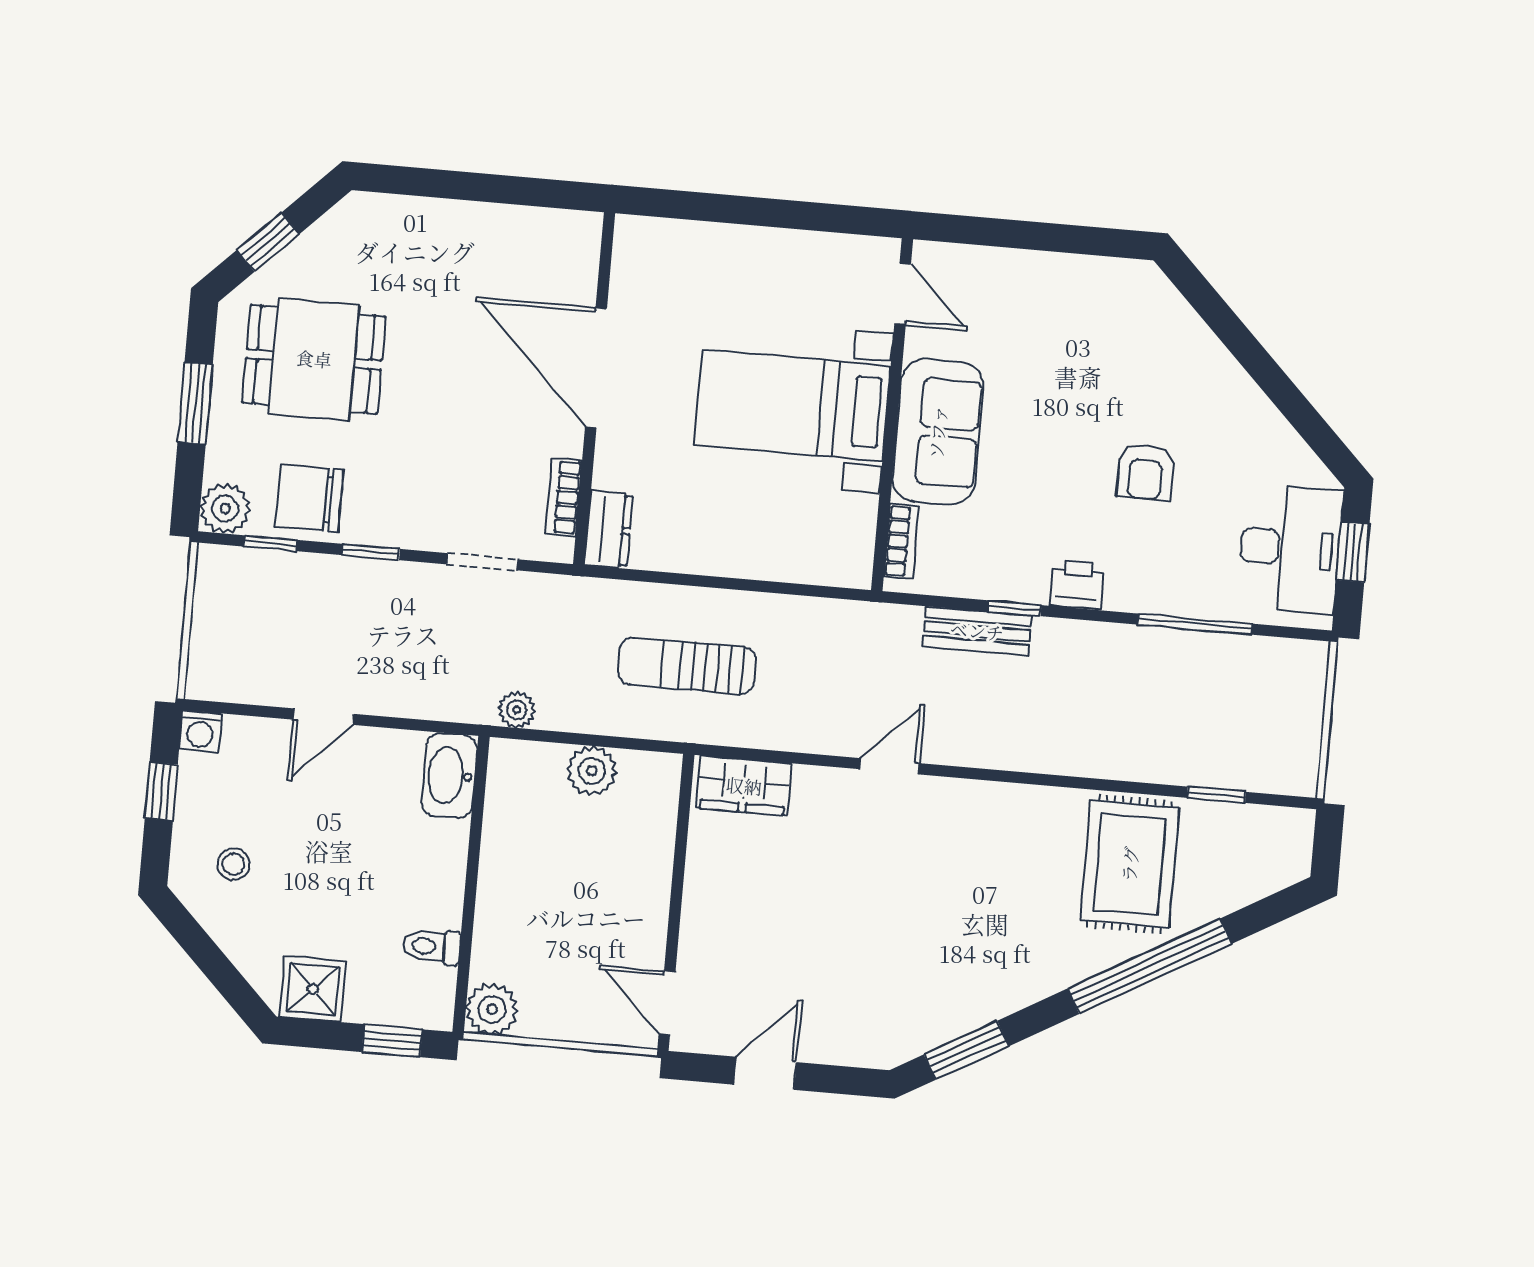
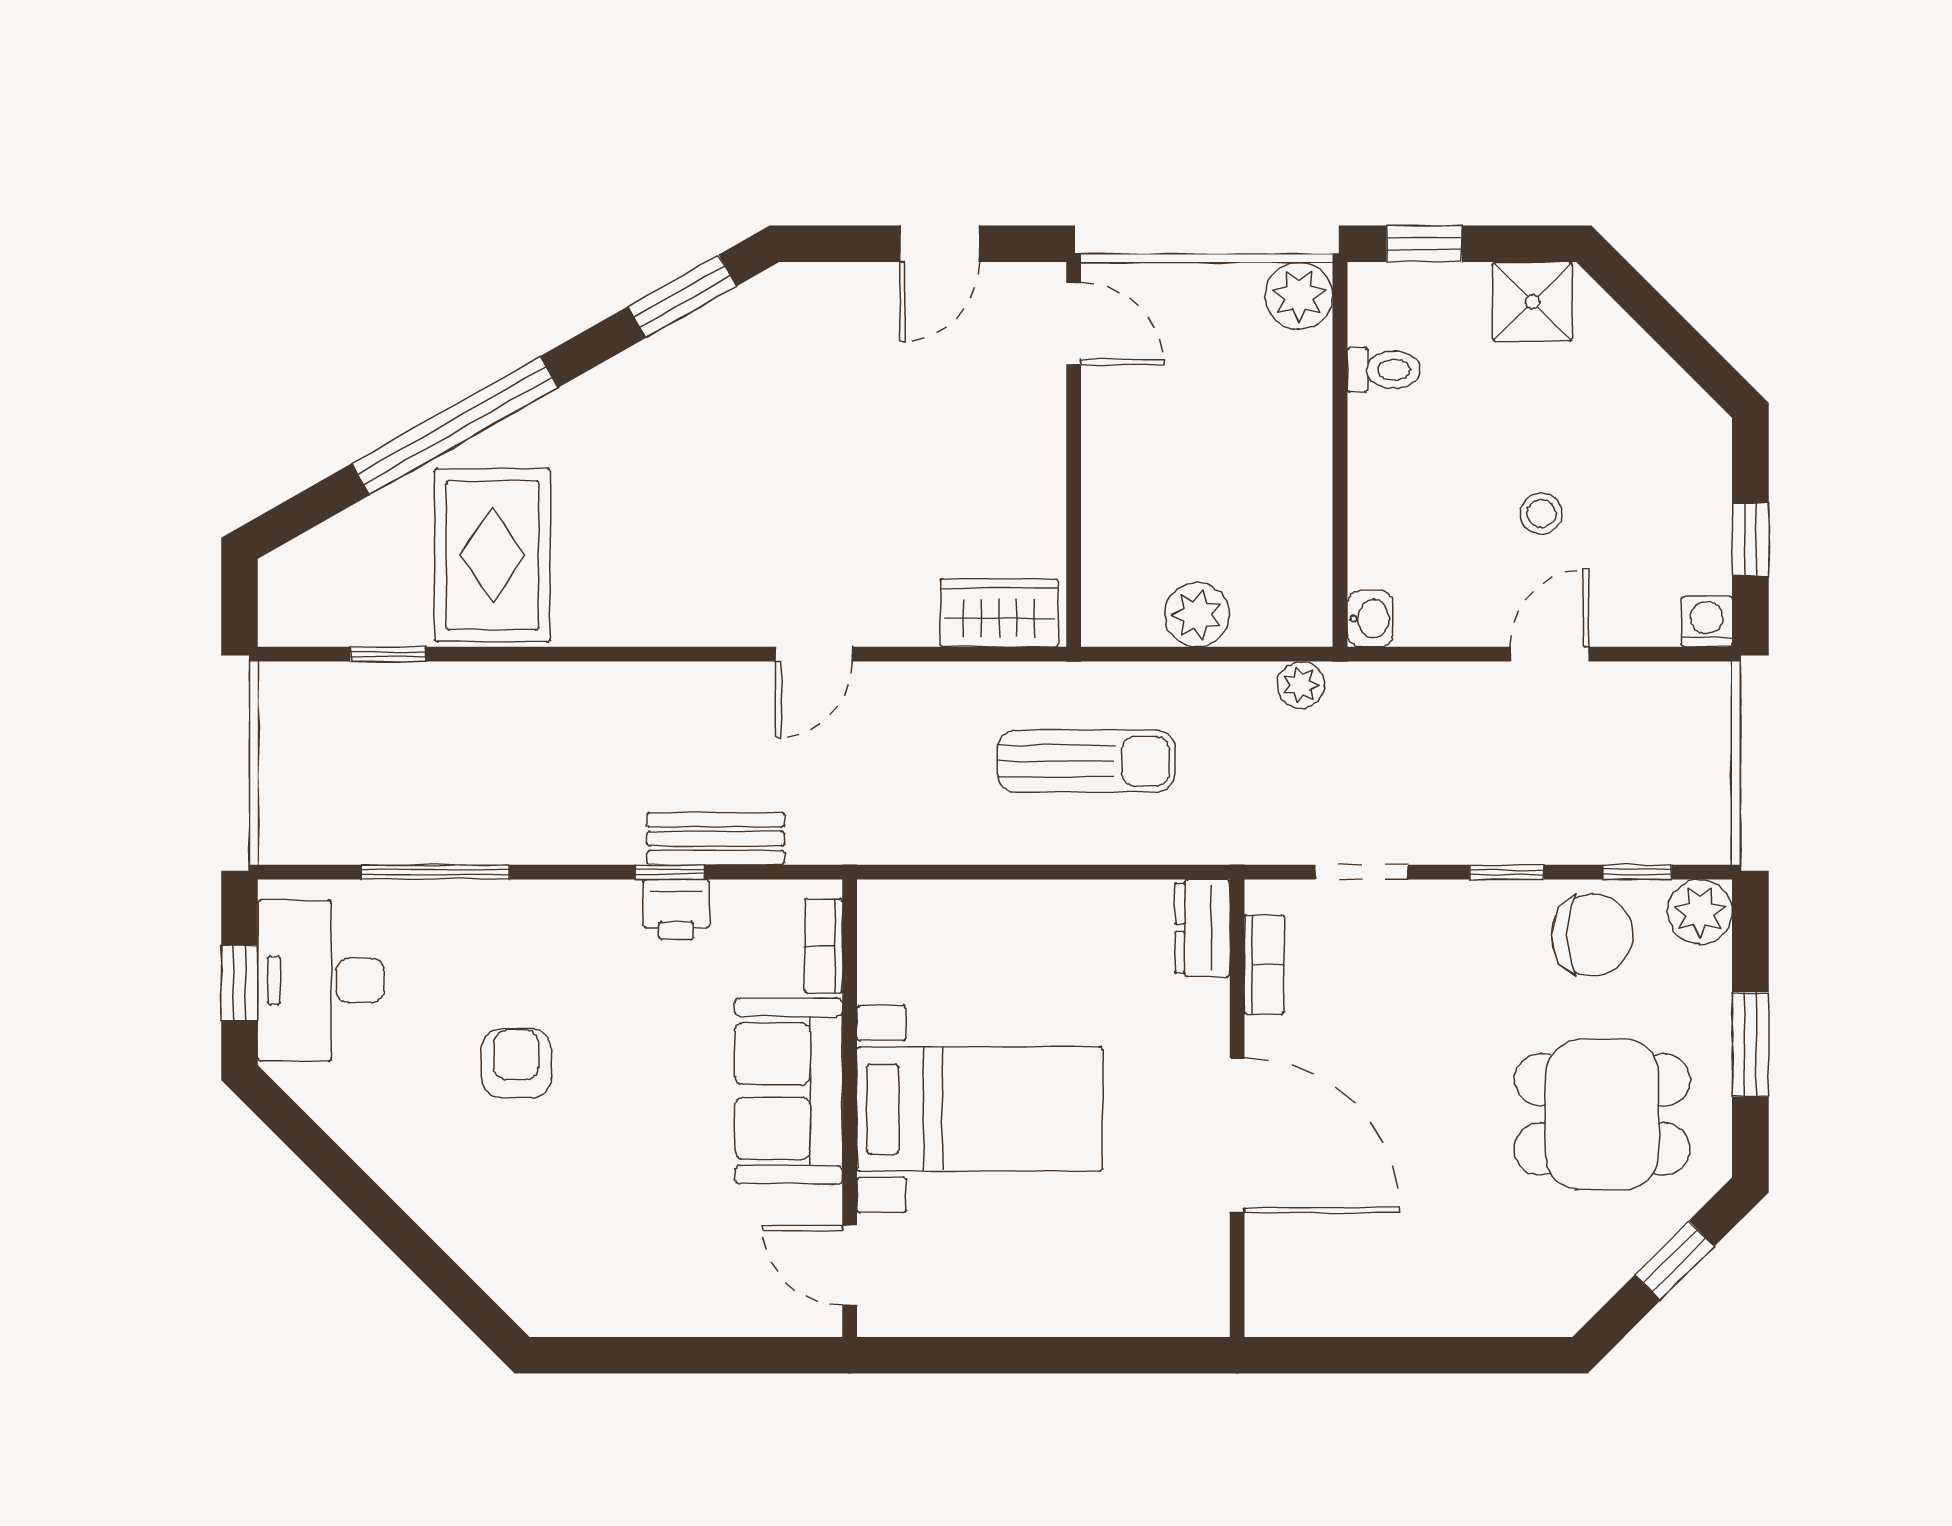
printer: (1077, 585) -> (676, 909), moved
washbasin: (449, 775) -> (1370, 619), width x0.52, depth x0.69
stool: (233, 864) -> (1541, 513), moved

